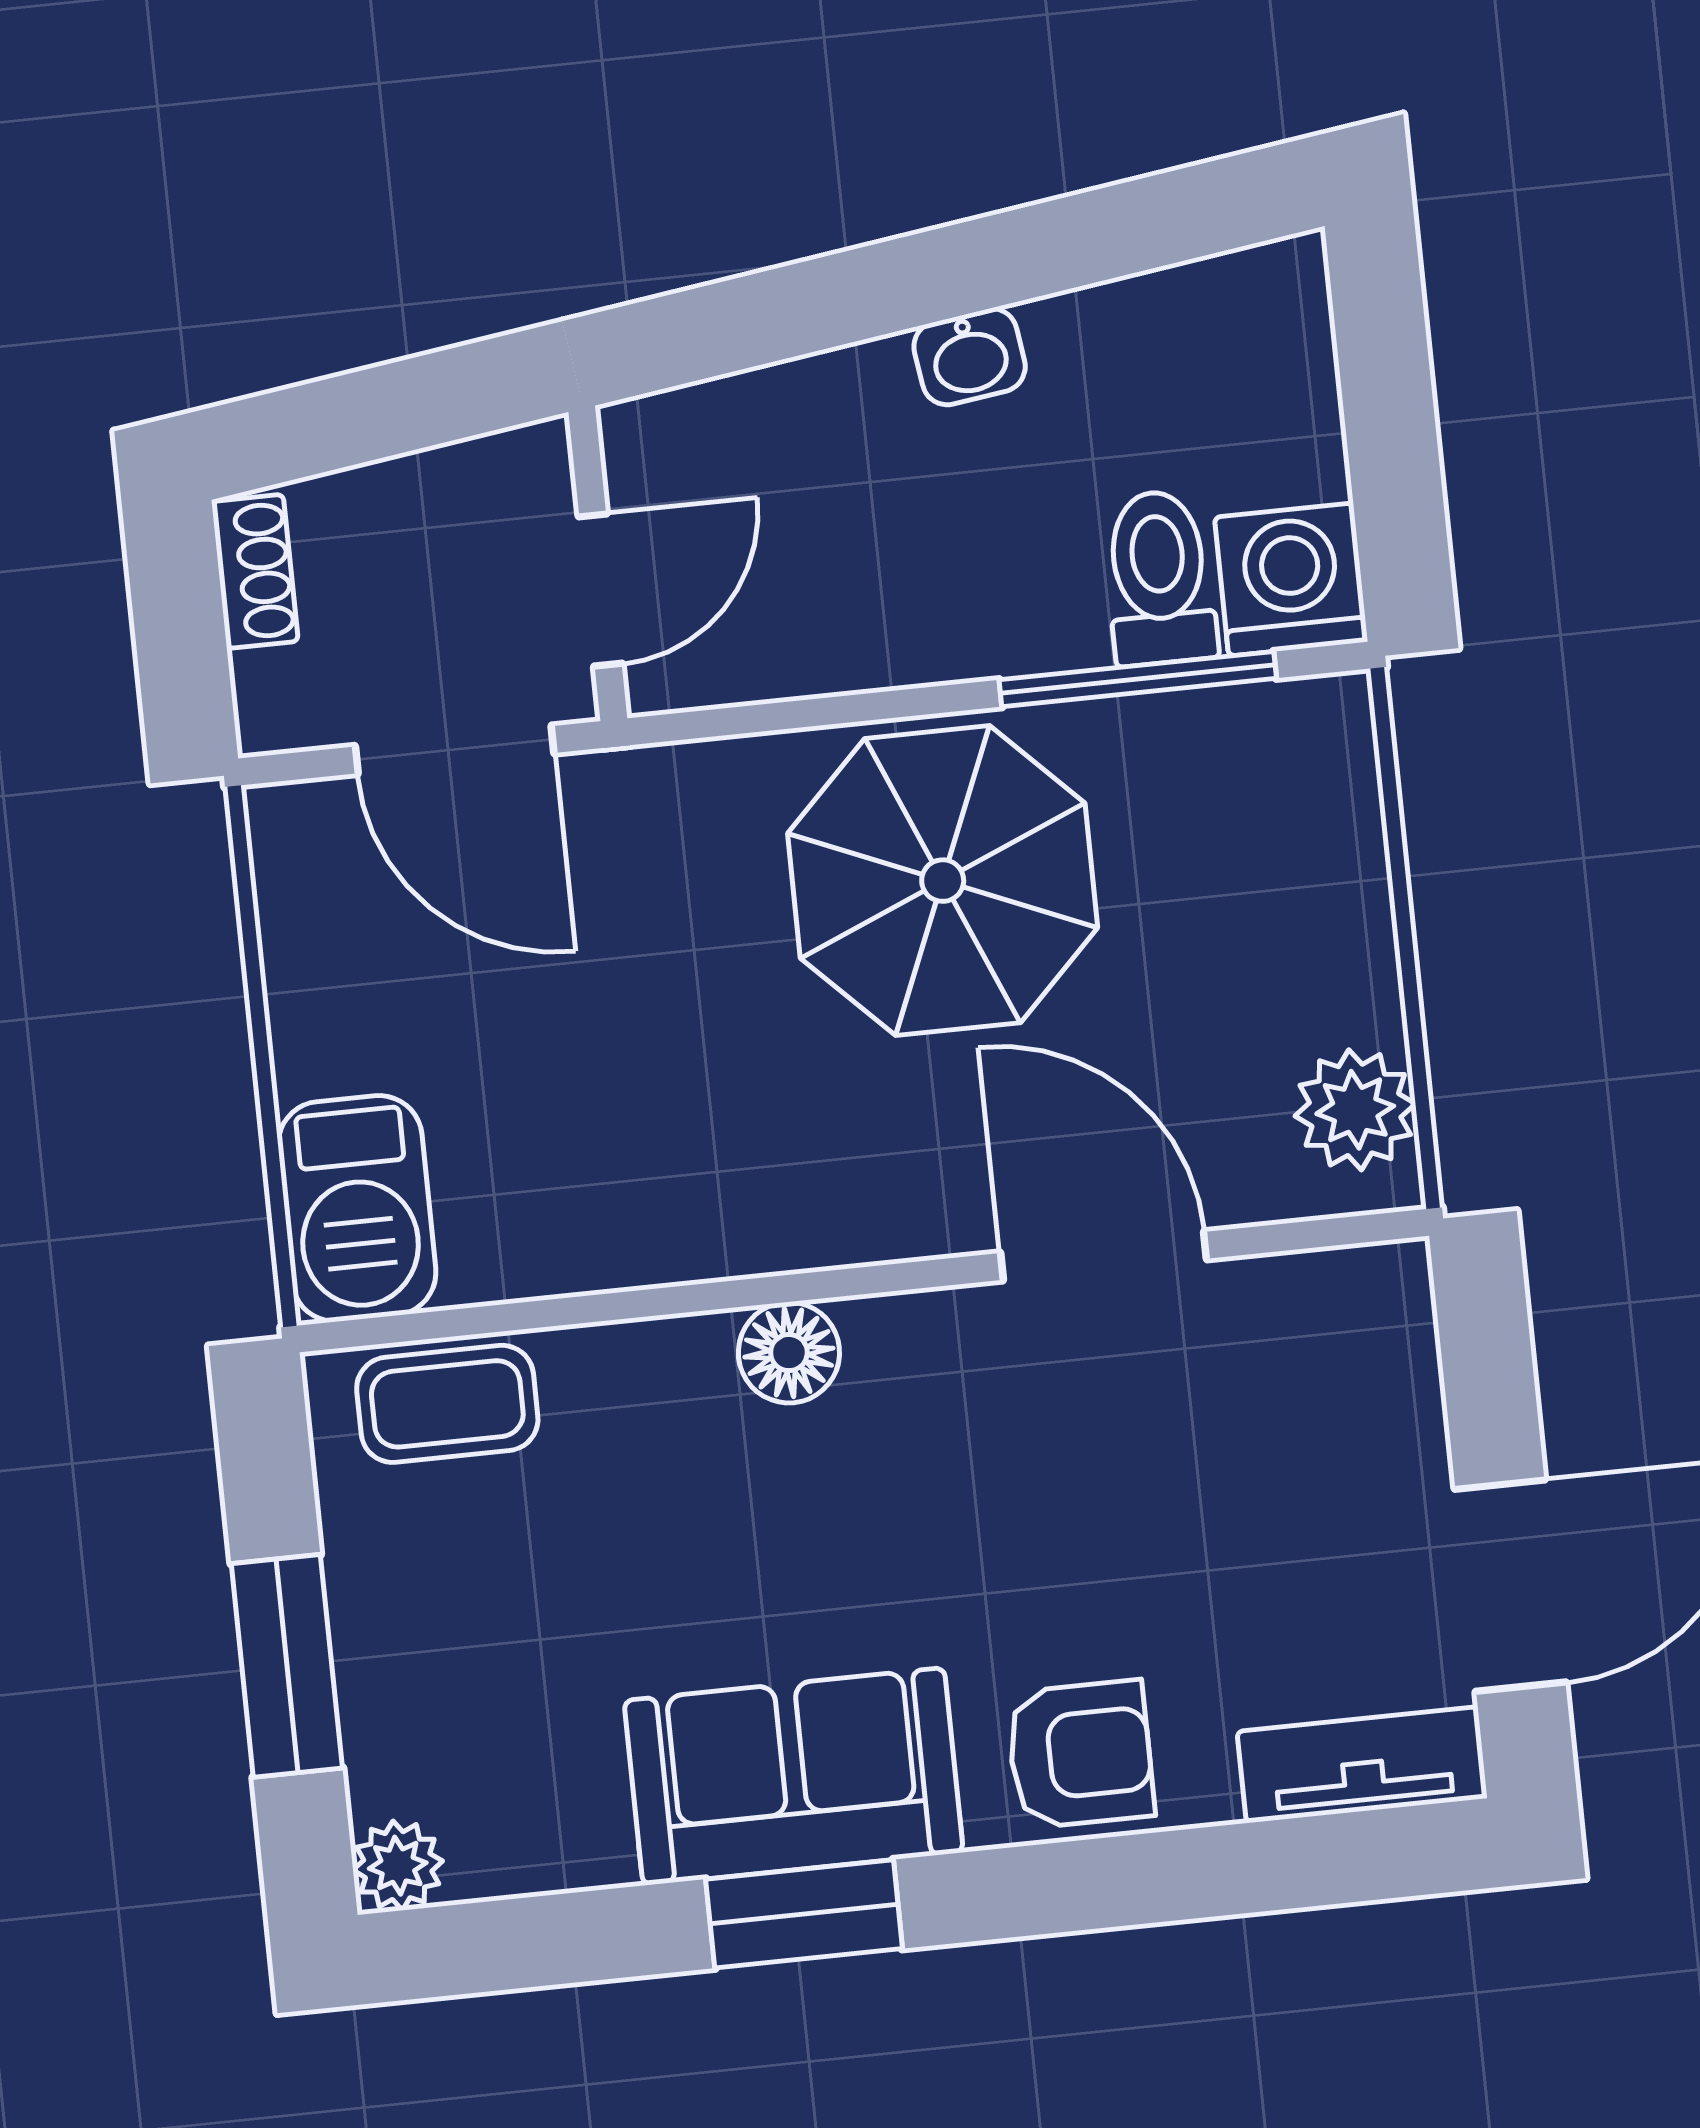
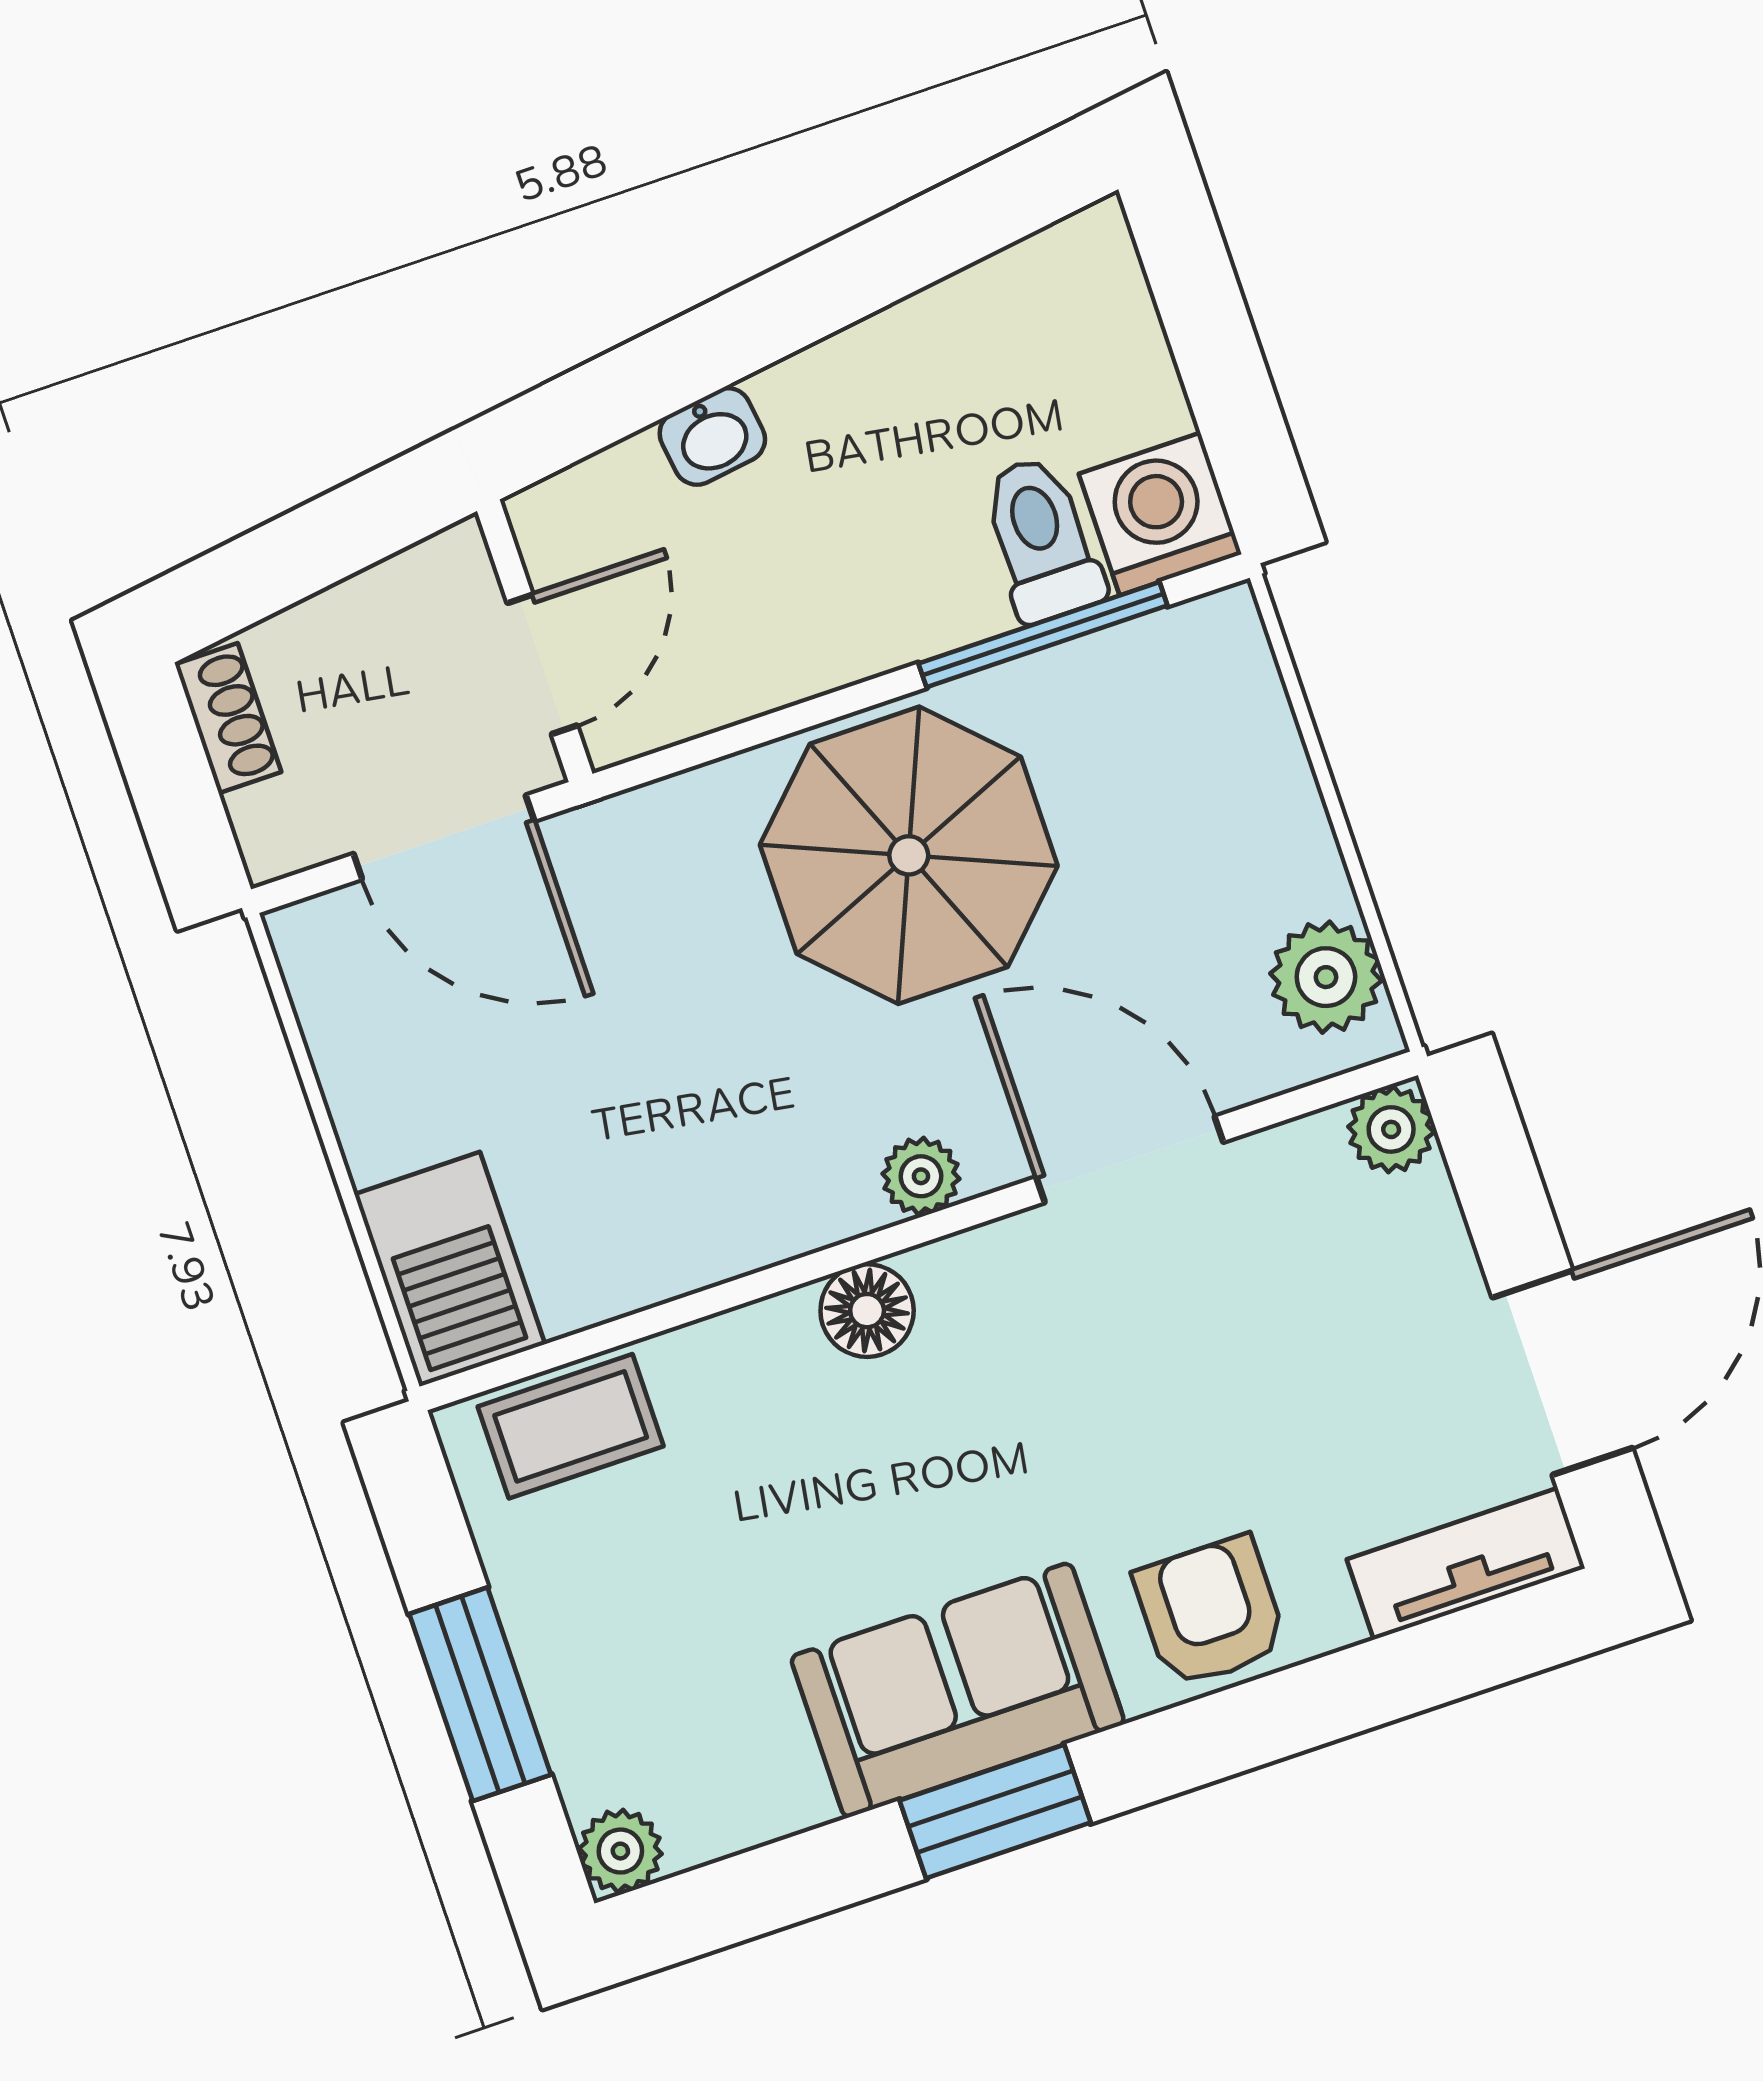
washbasin: (970, 357) -> (712, 436), moved
plant: (878, 1223) -> (921, 1176), added
plant: (1388, 1287) -> (1391, 1129), added
armchair: (1080, 1754) -> (1210, 1612), turned -90

